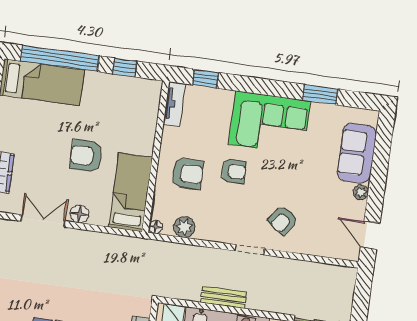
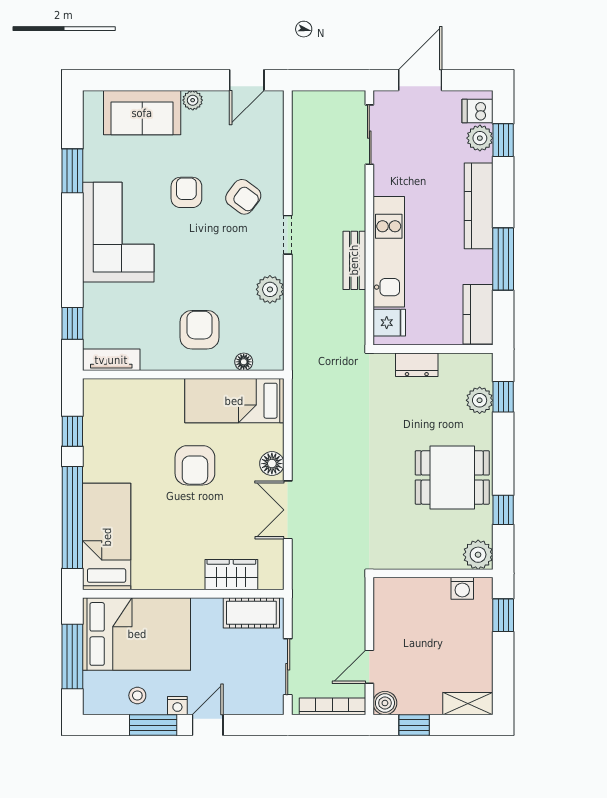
armchair: (234, 171) -> (186, 192), moved
floor lamp: (156, 227) -> (244, 362), moved
plant: (184, 227) -> (270, 289), moved

